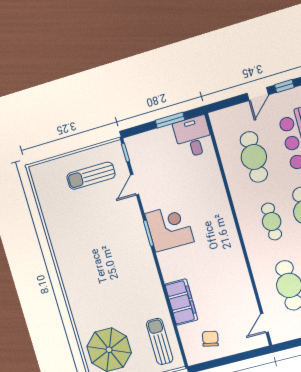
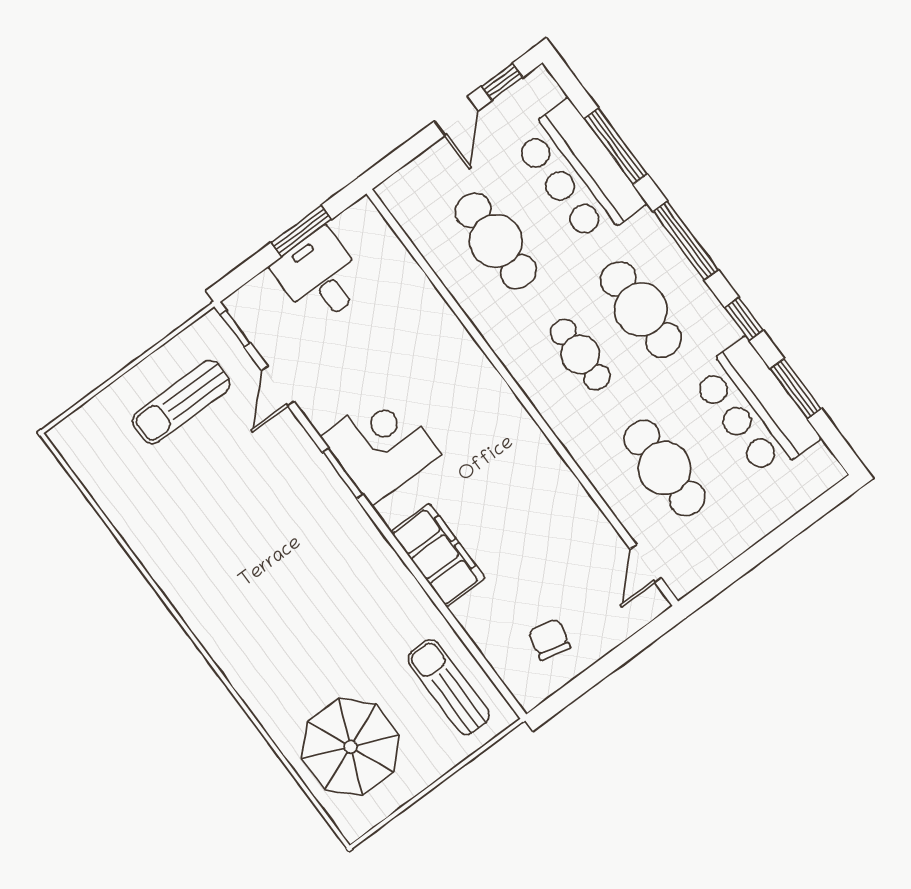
desk: (193, 137) -> (320, 276), moved
filing cabinet: (181, 302) -> (438, 555), moved

